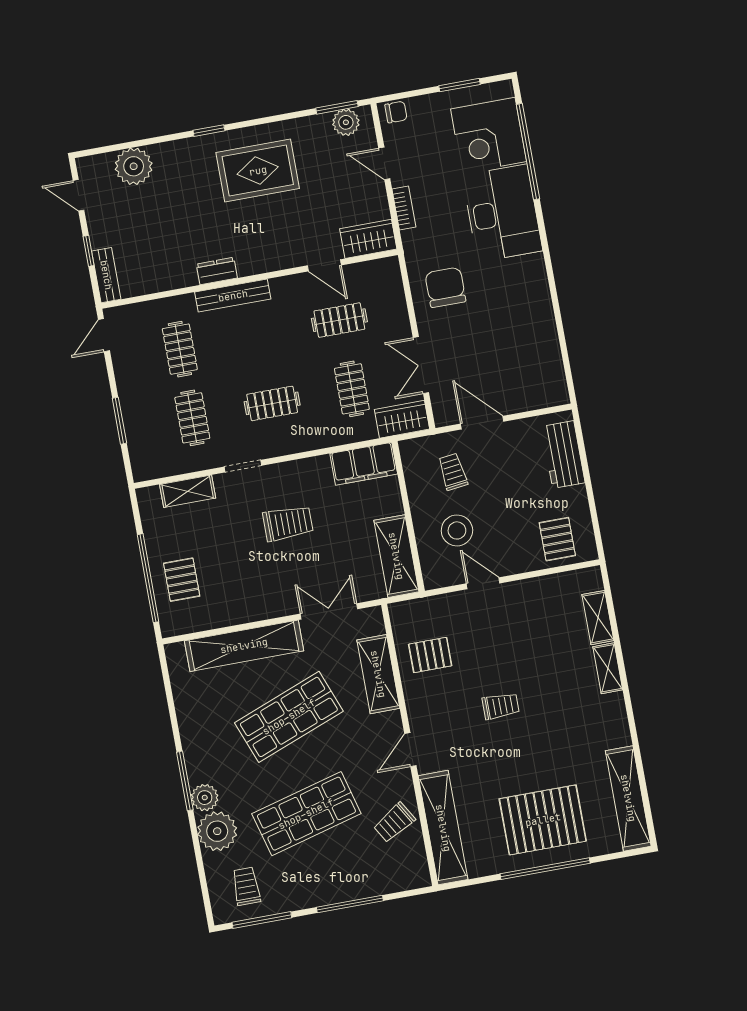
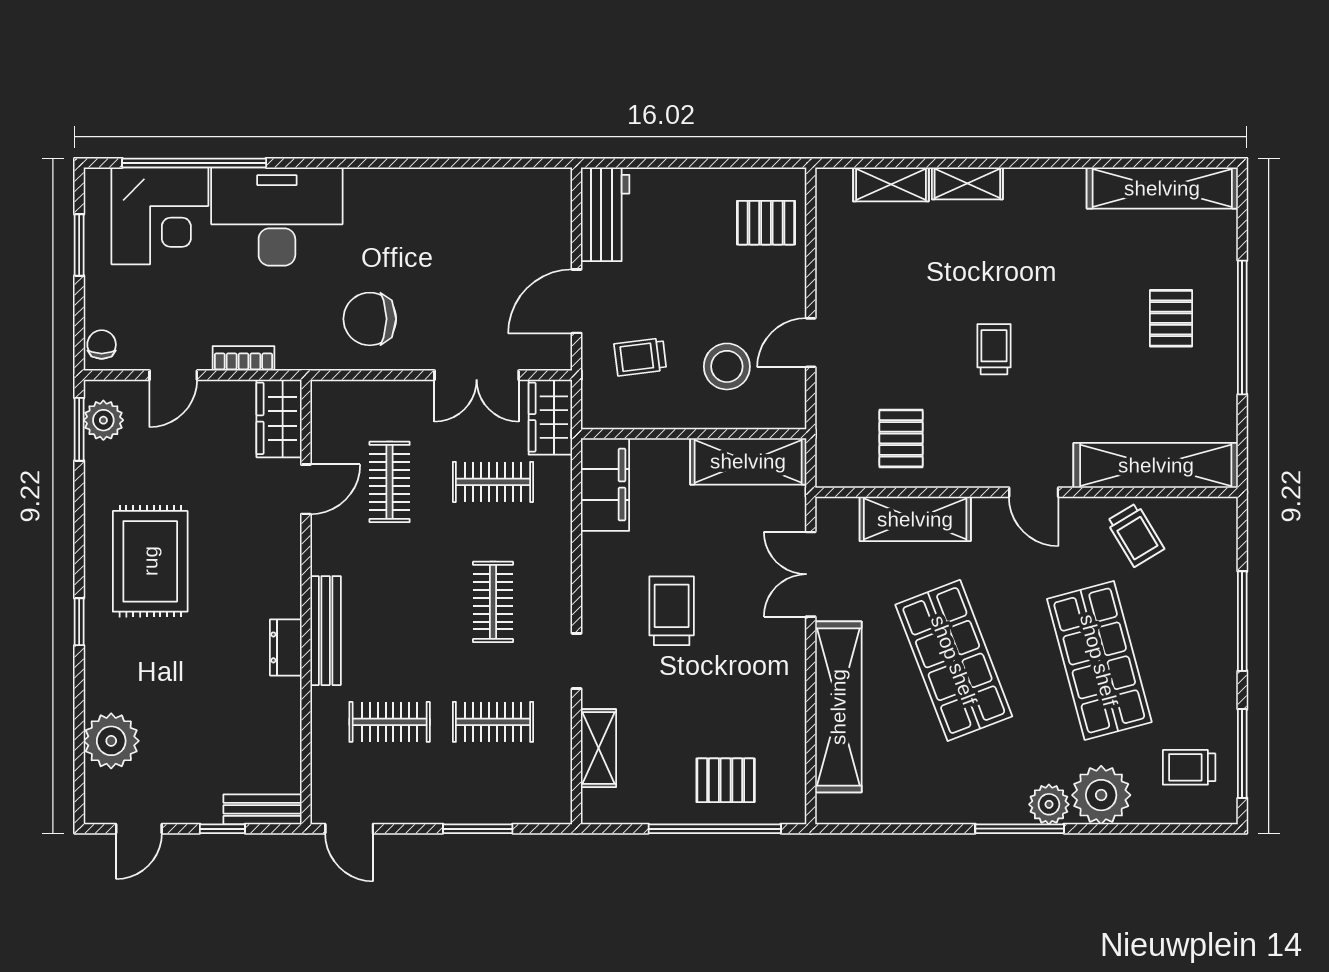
workbench: (563, 455) -> (605, 214), moved, turned -90
pallet: (543, 820) -> (1171, 318), width x0.49, depth x0.50

